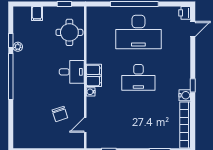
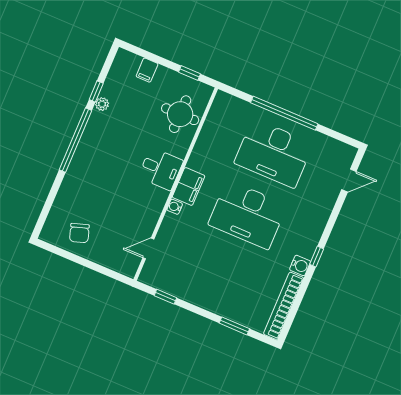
printer: (185, 13) -> (347, 154), removed
desk: (138, 77) -> (248, 215), width x1.36, depth x1.30
chair: (60, 114) -> (79, 233), moved

